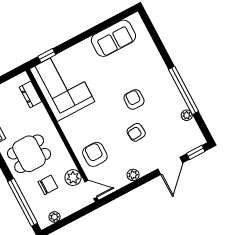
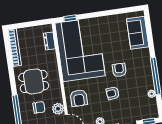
sofa: (113, 38) -> (138, 33), moved, turned 90
corner sofa: (62, 85) -> (80, 49), width x1.36, depth x1.36
armchair: (95, 154) -> (79, 98), turned 180

